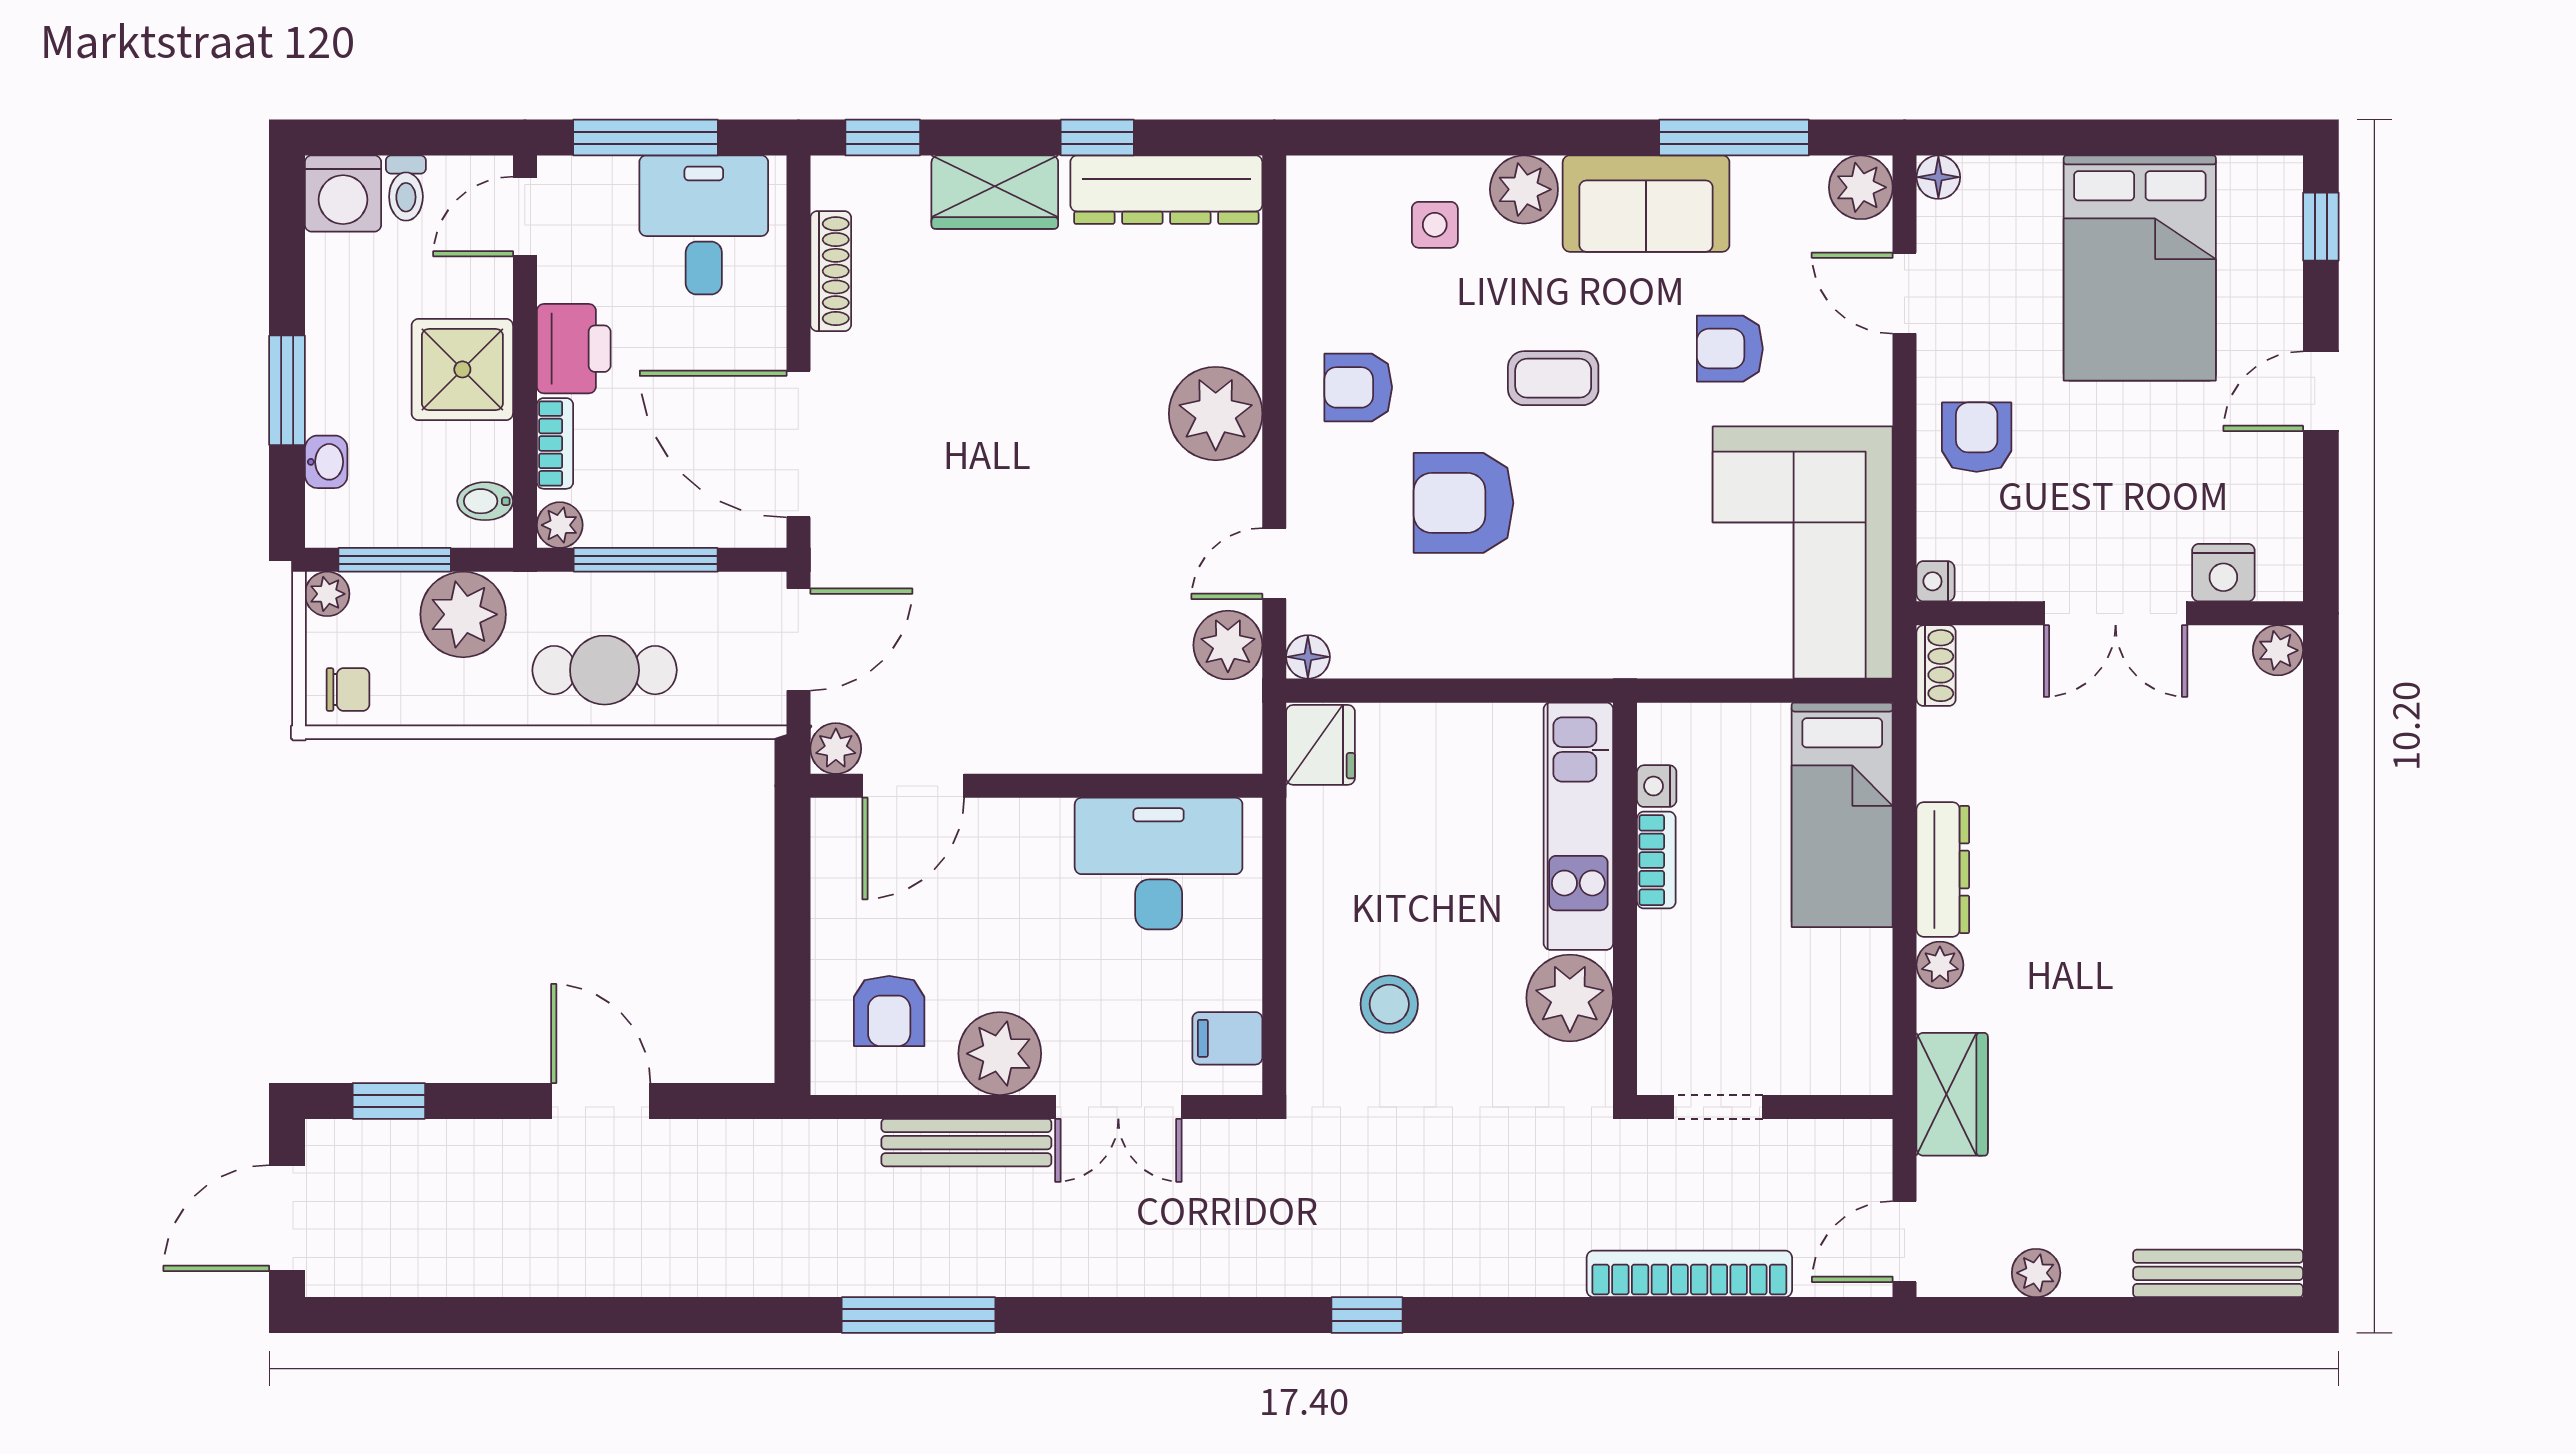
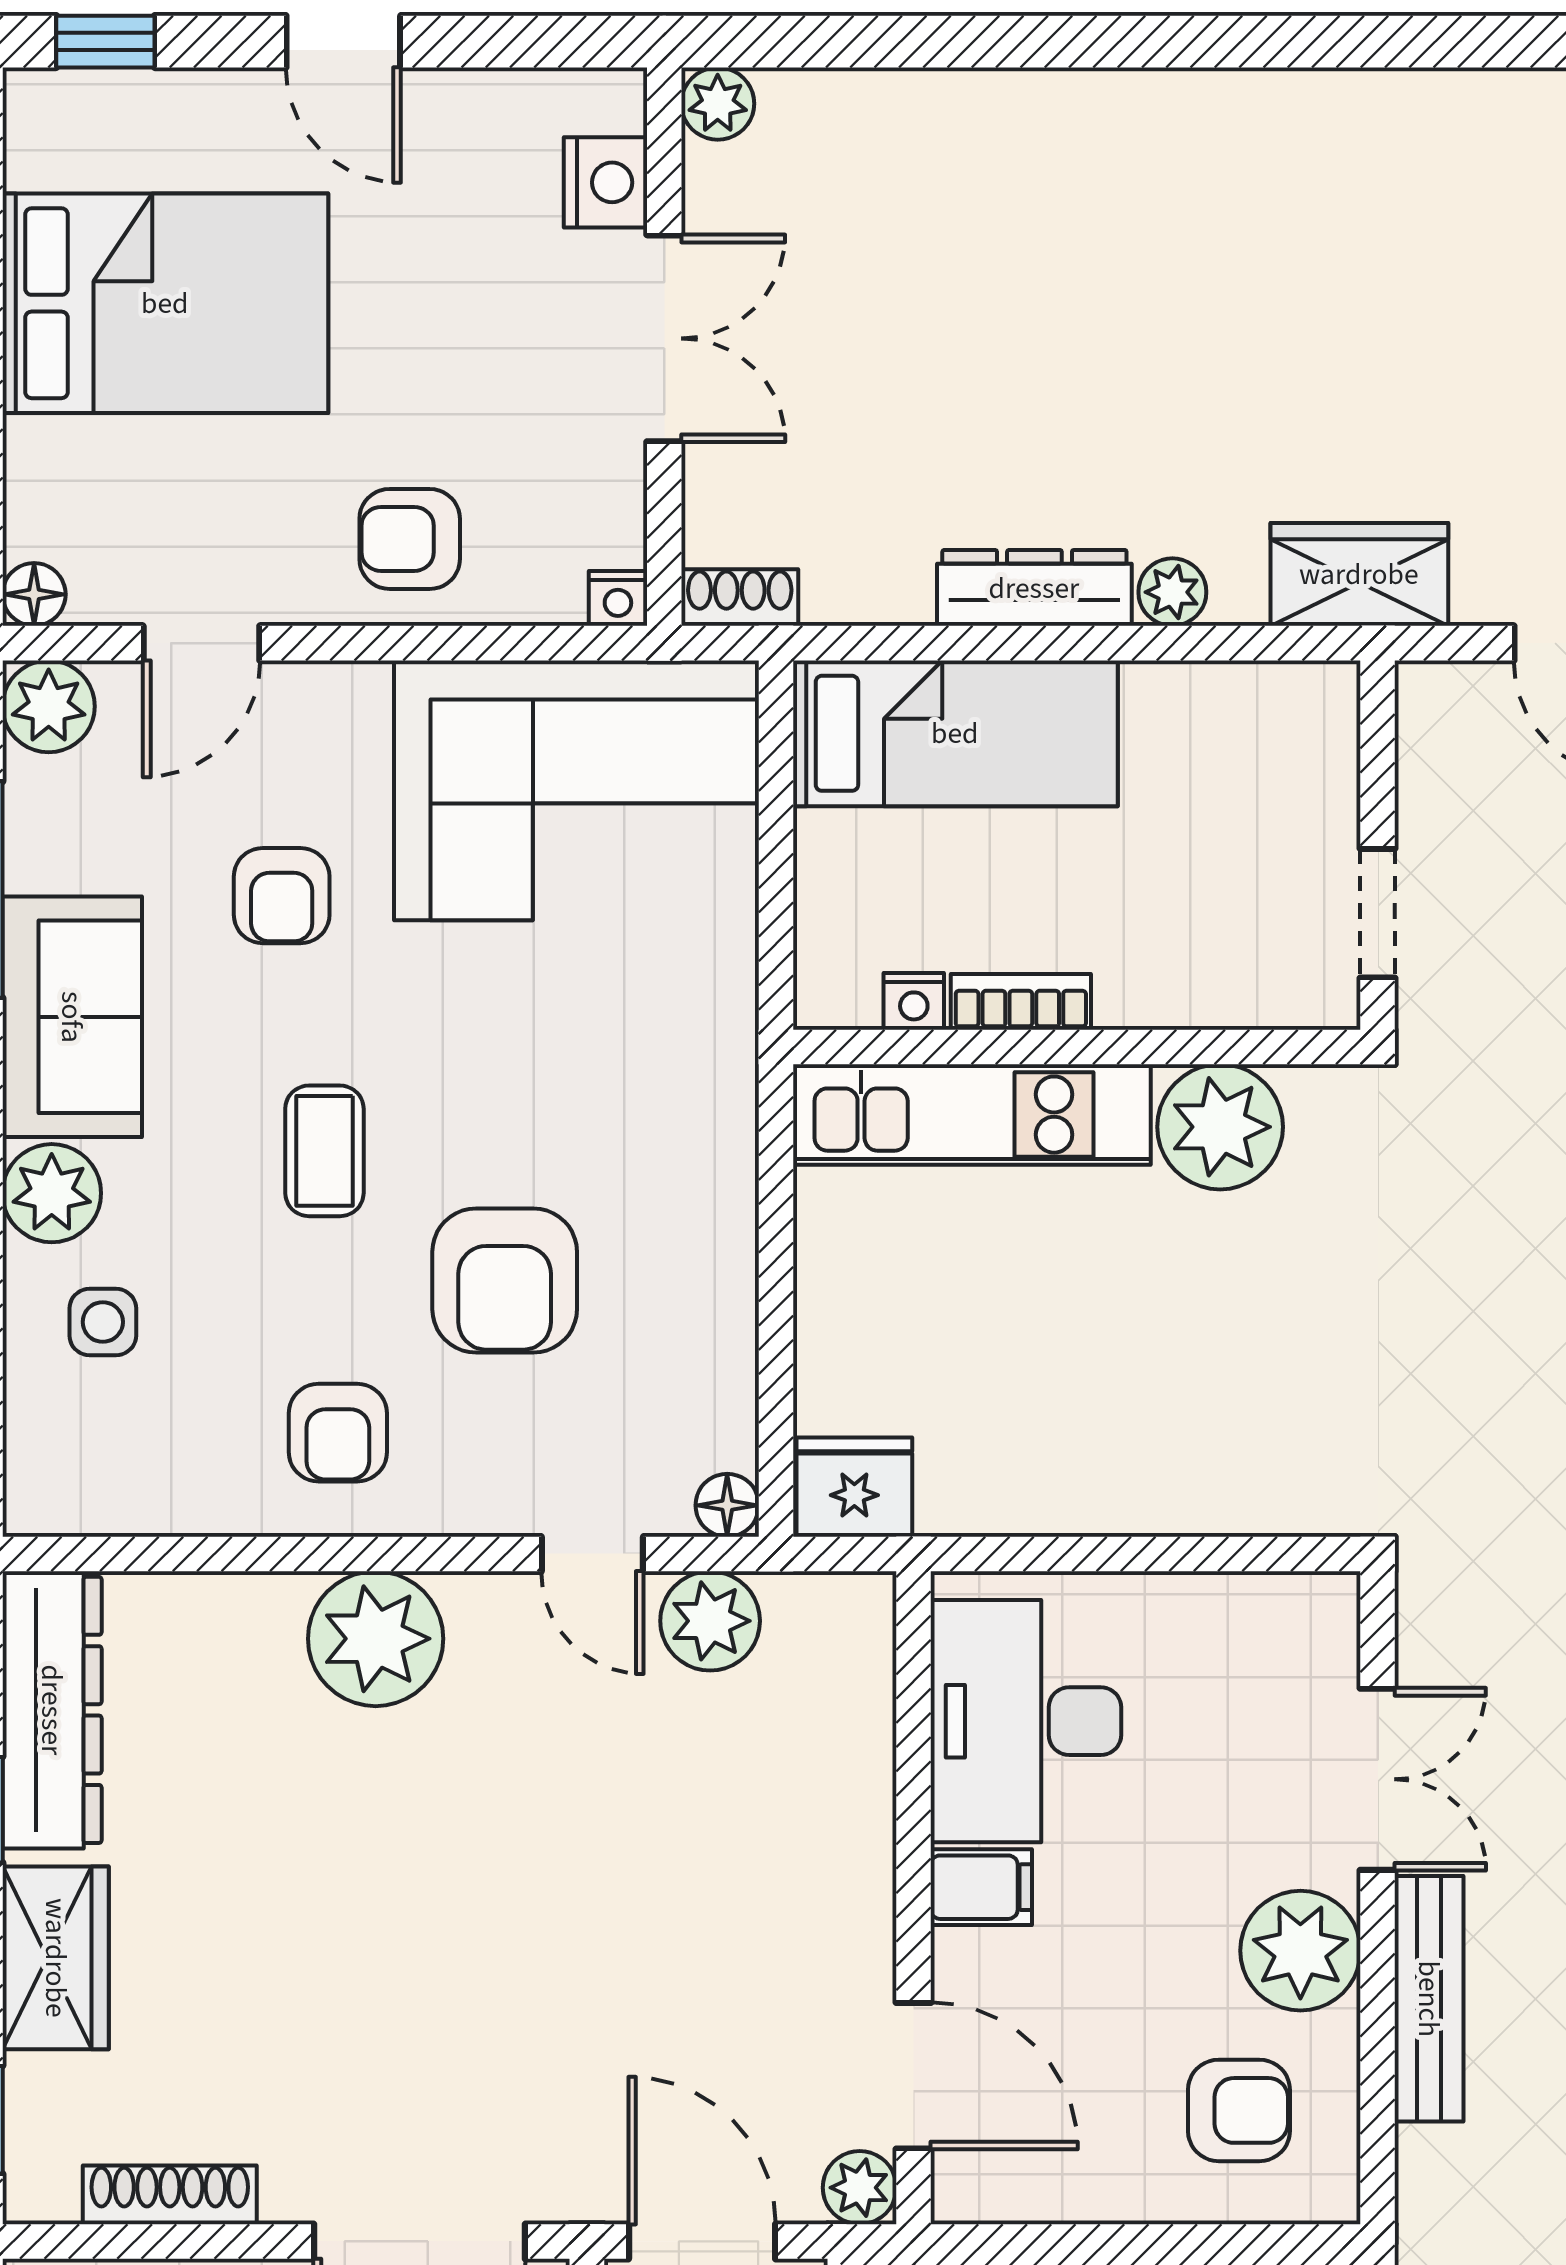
stool: (1389, 1004) -> (1229, 1388), removed
filing cabinet: (1227, 1038) -> (981, 1887), moved, turned -90

